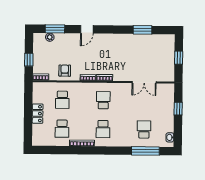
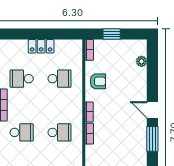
window: (55, 29) -> (152, 139), moved
school desk: (62, 100) -> (60, 79), turned 180
school desk: (103, 129) -> (22, 132), turned 180

